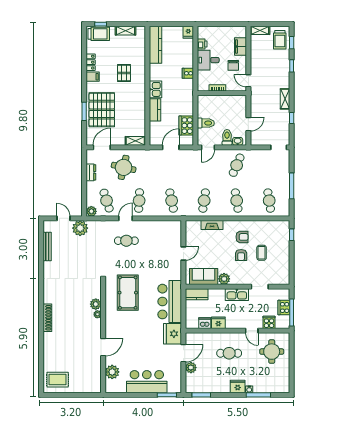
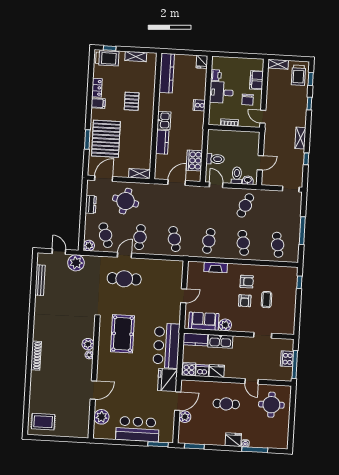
door: (208, 147) -> (216, 185), swing flipped
cafe table: (126, 241) -> (124, 279), width x1.37, depth x1.35
kitchen sink: (237, 295) -> (220, 341), moved
cooker: (269, 322) -> (189, 369), moved

